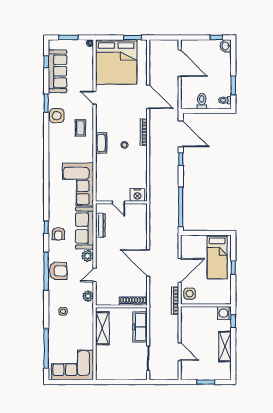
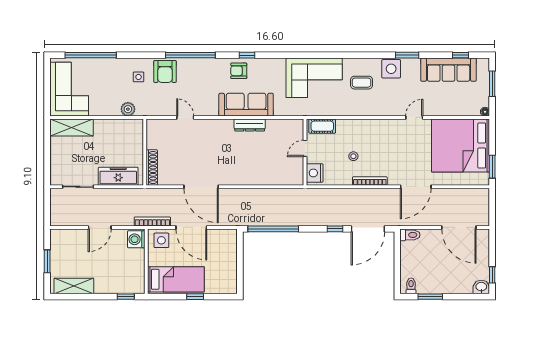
door: (180, 63) -> (459, 227), hinge flipped
toilet: (202, 101) -> (410, 235), moved
coffee table: (80, 128) -> (362, 83), moved
cot: (101, 143) -> (322, 126), moved
corner sofa: (78, 185) -> (314, 78), moved, turned 180
nightstand: (137, 195) -> (315, 173), moved
door: (118, 202) -> (305, 148), moved
wall: (121, 202) -> (305, 152), moved
plant: (88, 256) -> (210, 109), removed
bed: (217, 257) -> (176, 279), moved, turned 180
door: (148, 263) -> (201, 187), swing flipped
armchair: (58, 271) -> (165, 71), moved
plant: (88, 296) -> (128, 109), moved
washing machine: (224, 313) -> (136, 239), moved, turned -90
shelving: (102, 328) -> (71, 128), moved
shelving: (225, 346) -> (74, 286), moved
door: (180, 352) -> (100, 227), moved

